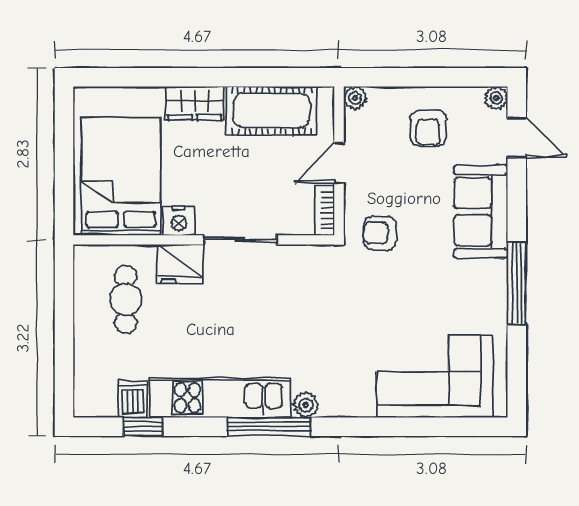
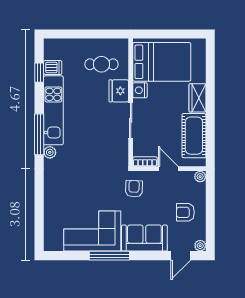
corner sofa: (435, 376) -> (92, 231), moved, turned -90

